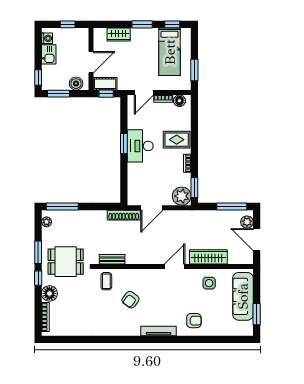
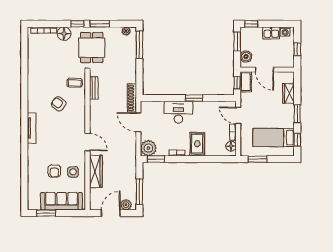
desk: (140, 146) -> (178, 112), moved
armchair: (194, 321) -> (54, 171), moved

